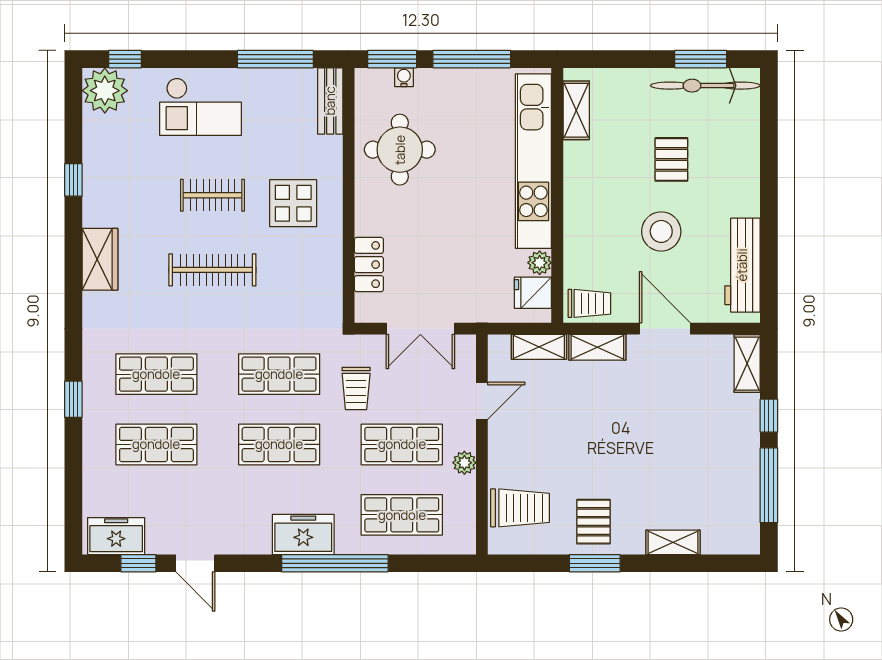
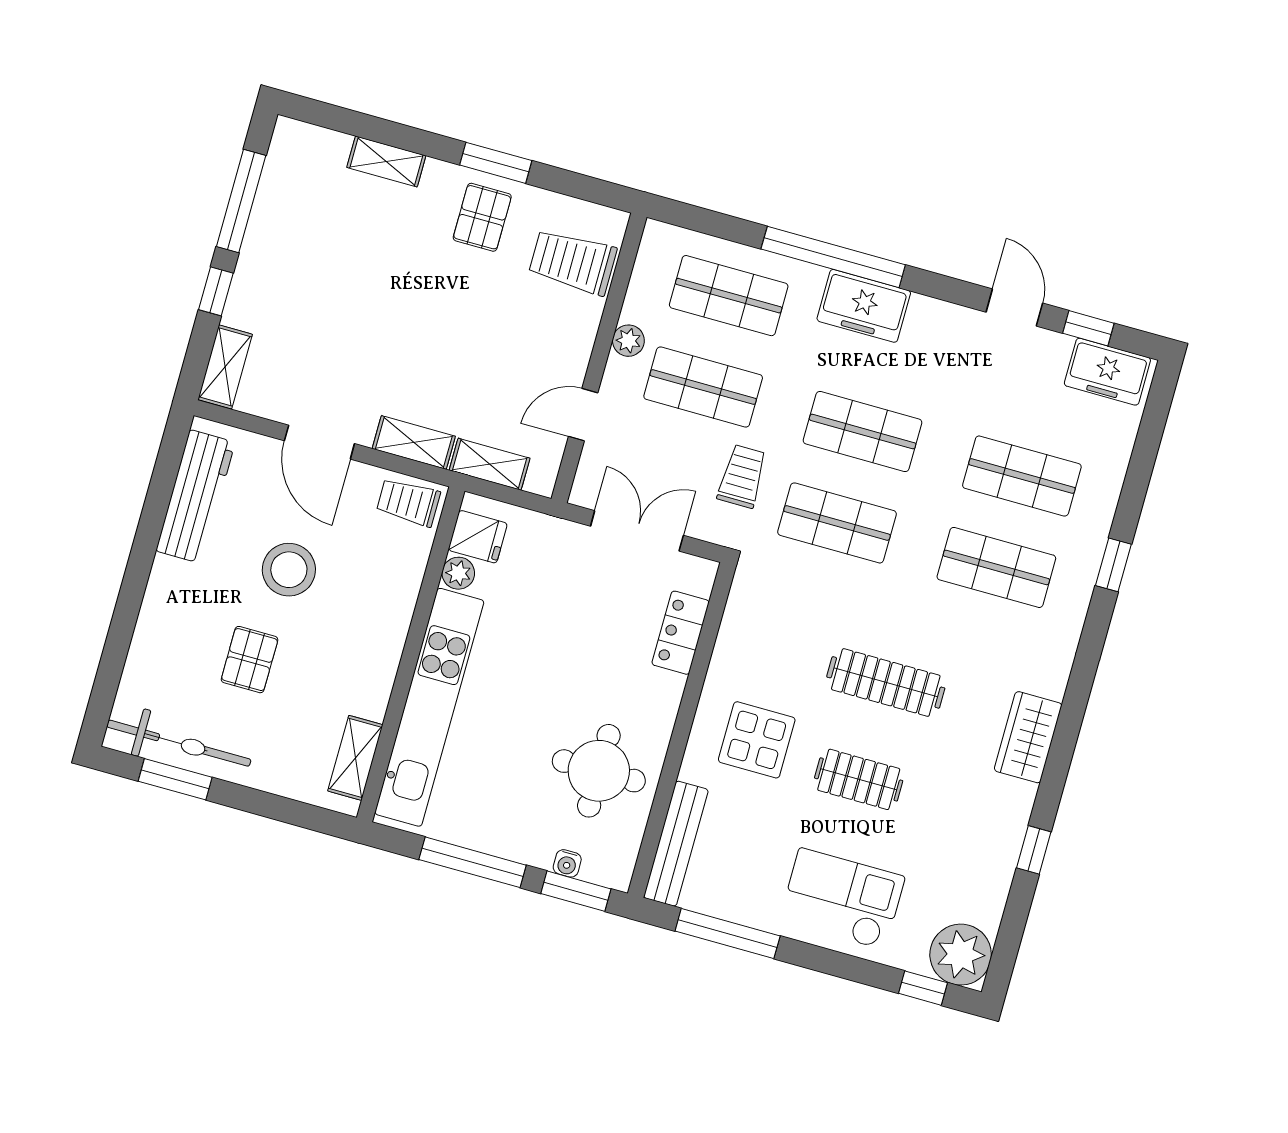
bench: (330, 101) -> (676, 844), width x1.36

